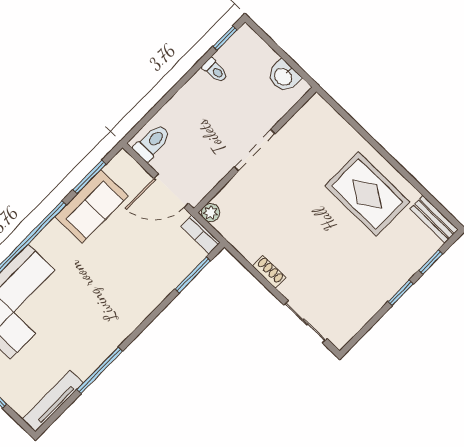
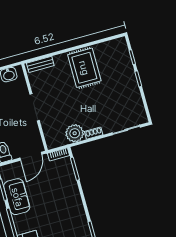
rug: (367, 194) -> (84, 68), turned 90
plant: (211, 213) -> (75, 133), moved, width x1.88, depth x1.88
bench: (434, 219) -> (40, 64), moved

